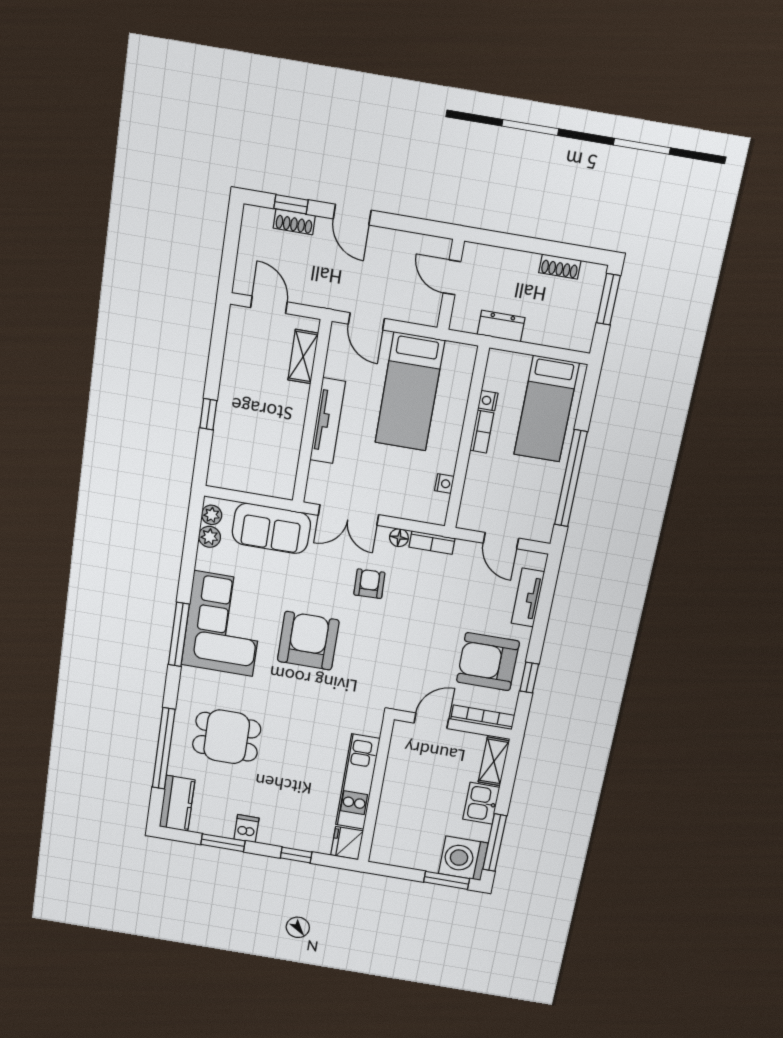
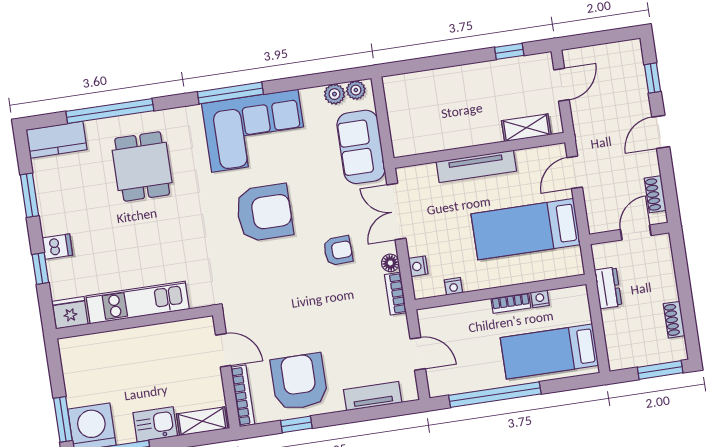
shoe rack: (294, 222) -> (655, 194), moved
window: (208, 414) -> (509, 51), moved
nightstand: (412, 512) -> (418, 266), added
door: (501, 541) -> (418, 354), swing flipped
dishwasher: (246, 829) -> (57, 247), moved

